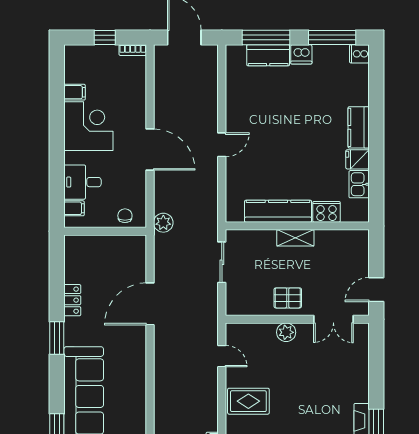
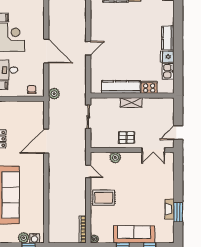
plant: (286, 332) -> (115, 158), moved

